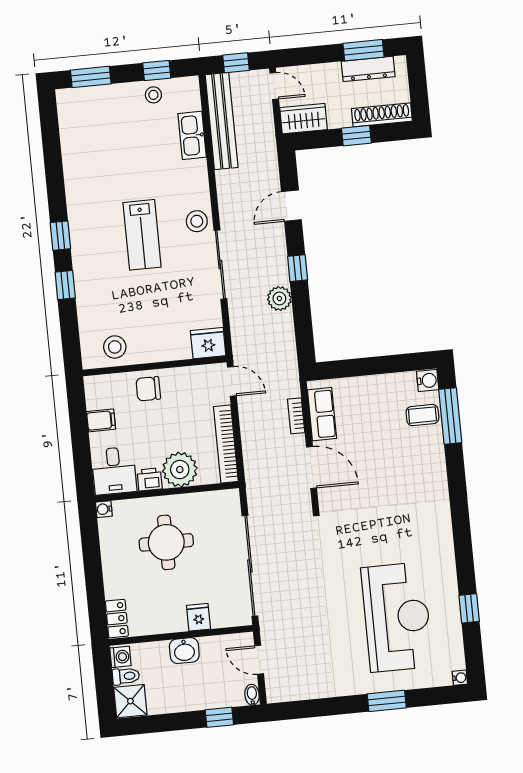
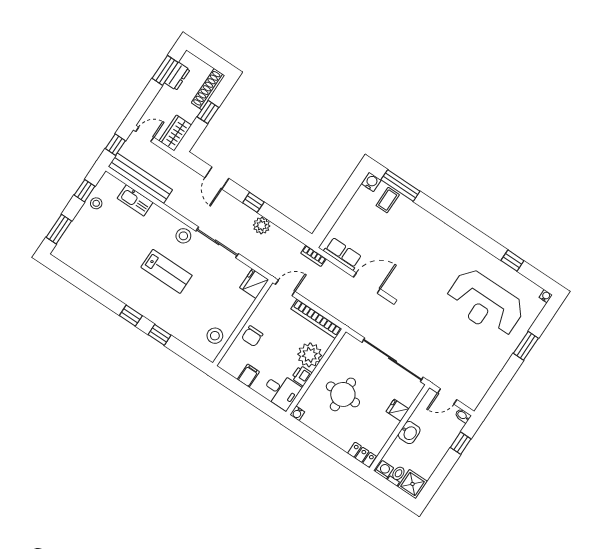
dresser: (368, 69) -> (177, 76), width x0.70
bookcase: (296, 416) -> (313, 256), moved
reception desk: (397, 617) -> (485, 303), turned 180

